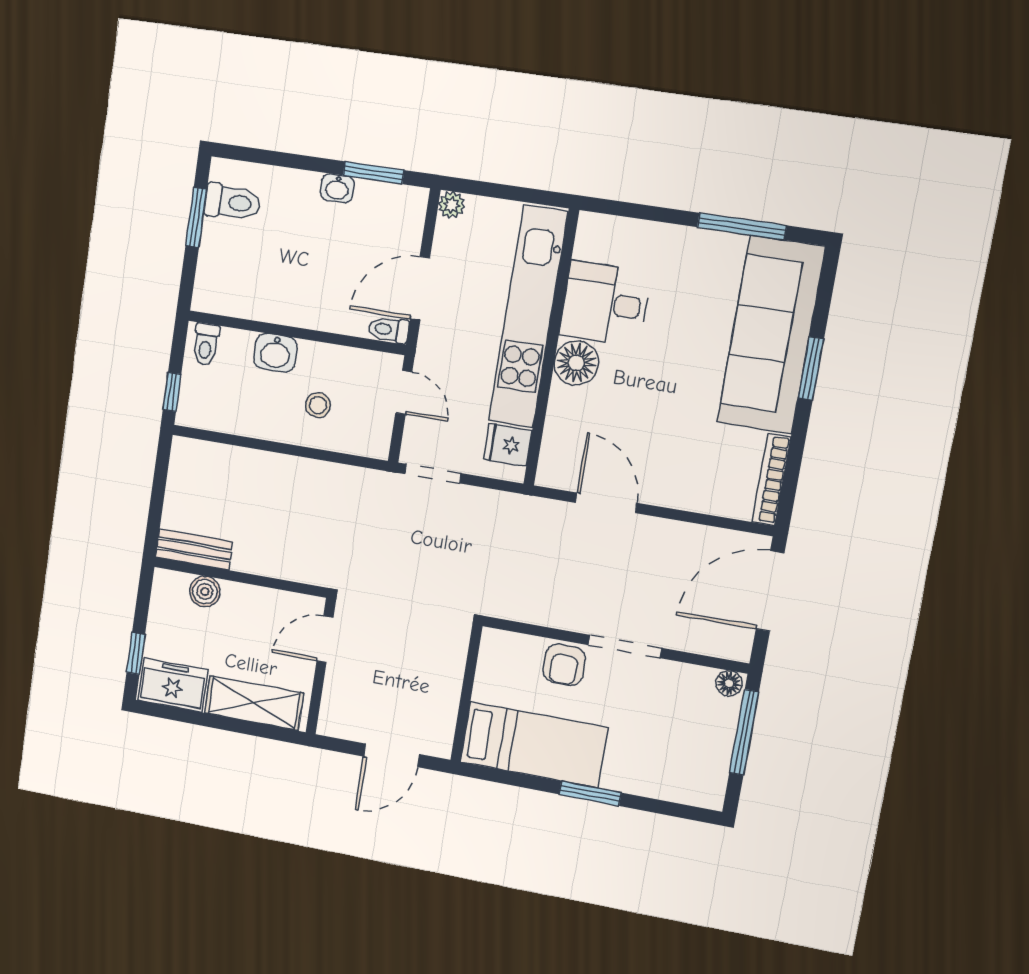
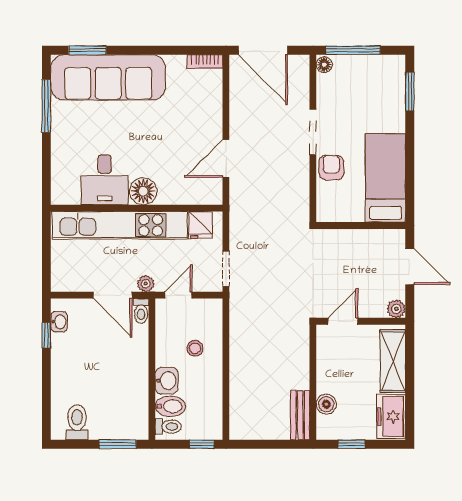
window: (373, 173) -> (46, 335), width x0.67
washbasin: (337, 188) -> (59, 322), moved
plant: (452, 205) -> (146, 284), moved
window: (196, 217) -> (118, 444), moved
bidet: (236, 352) -> (170, 406), added
window: (811, 368) -> (87, 50), moved
bookcase: (771, 479) -> (205, 62), width x0.64
door: (325, 639) -> (343, 321), swing flipped
window: (136, 654) -> (351, 444), moved
armchair: (564, 665) -> (331, 167), turned -90
plant: (331, 723) -> (396, 309), added
window: (590, 793) -> (410, 91), moved

